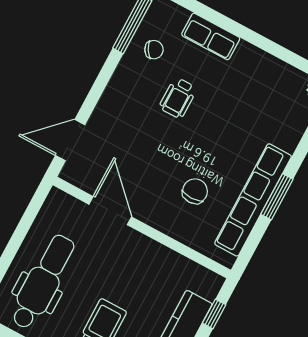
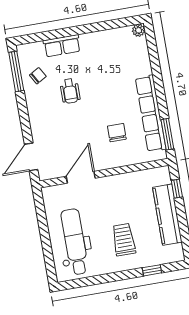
window: (277, 197) -> (167, 134), moved
door: (110, 211) -> (81, 177), hinge flipped

